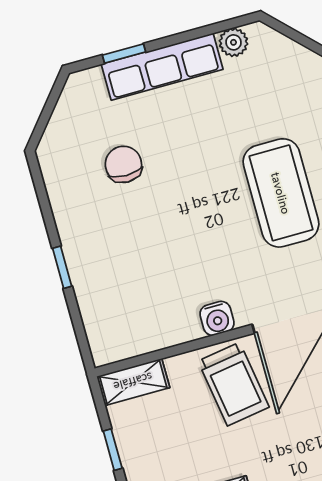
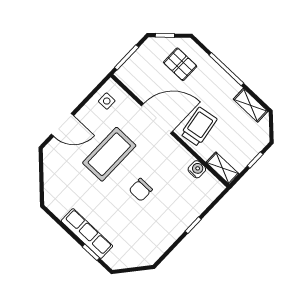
plant: (234, 42) -> (59, 210), removed
chair: (123, 164) -> (141, 190), moved
water cooler: (217, 318) -> (197, 169), moved

